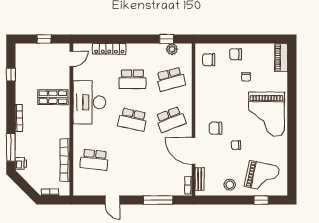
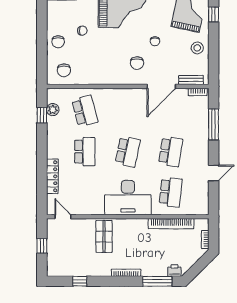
desk: (89, 102) -> (128, 198), moved
school desk: (171, 120) -> (171, 152), moved, turned 30

